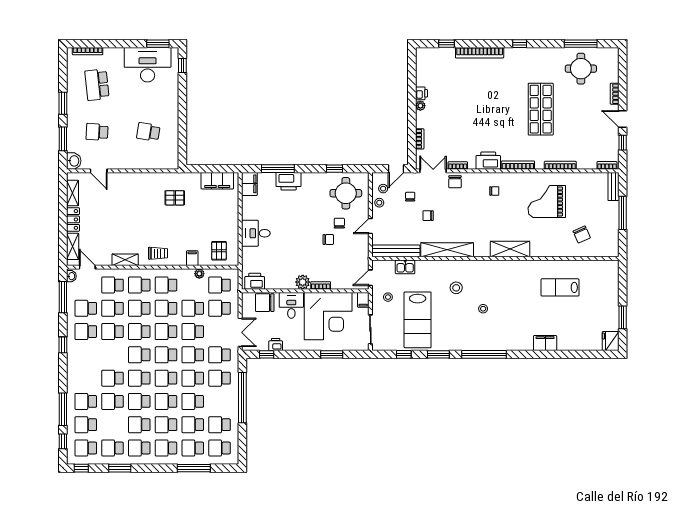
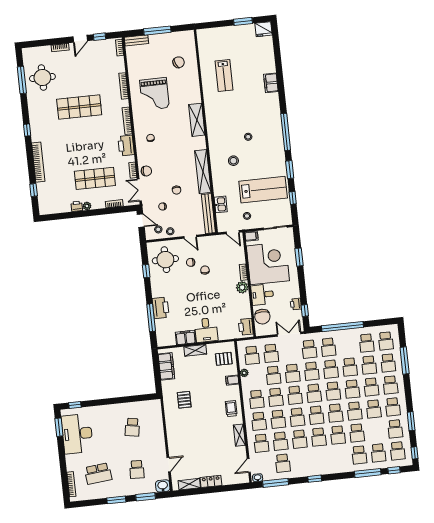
shop shelf: (453, 119) -> (95, 178), added
filing cabinet: (249, 184) -> (186, 338), moved
shelving: (73, 246) -> (195, 350), moved
school desk: (86, 332) -> (319, 437), moved

